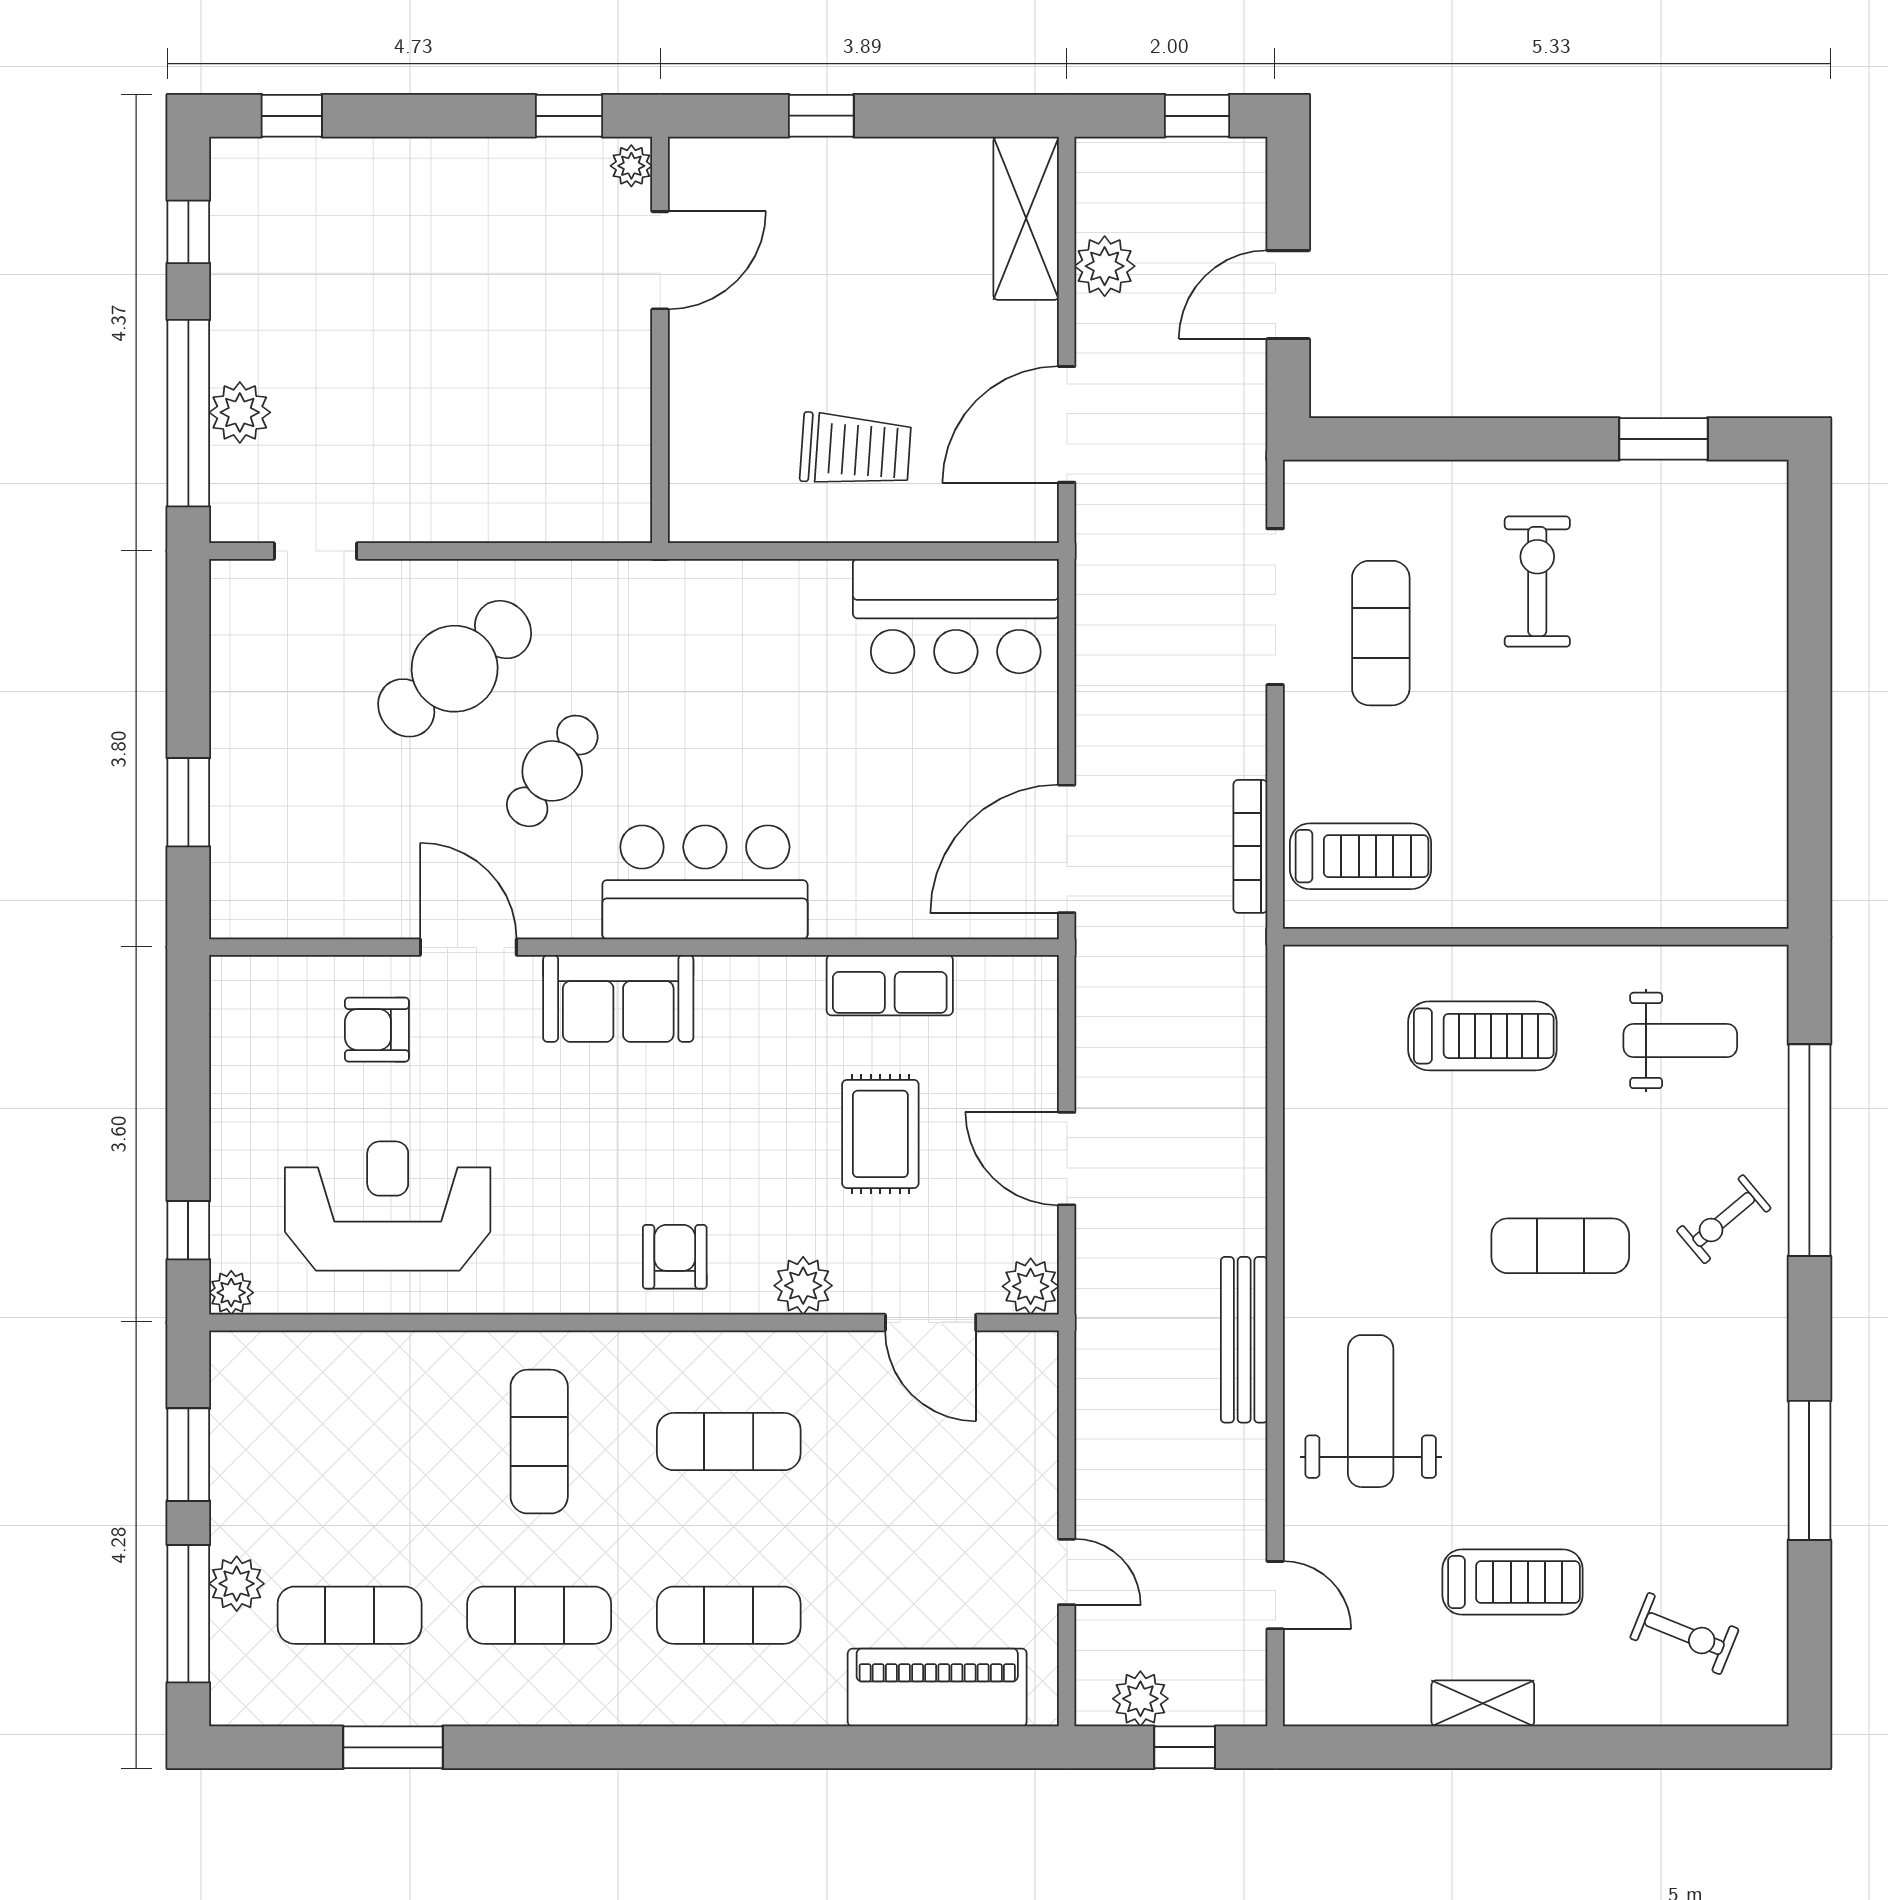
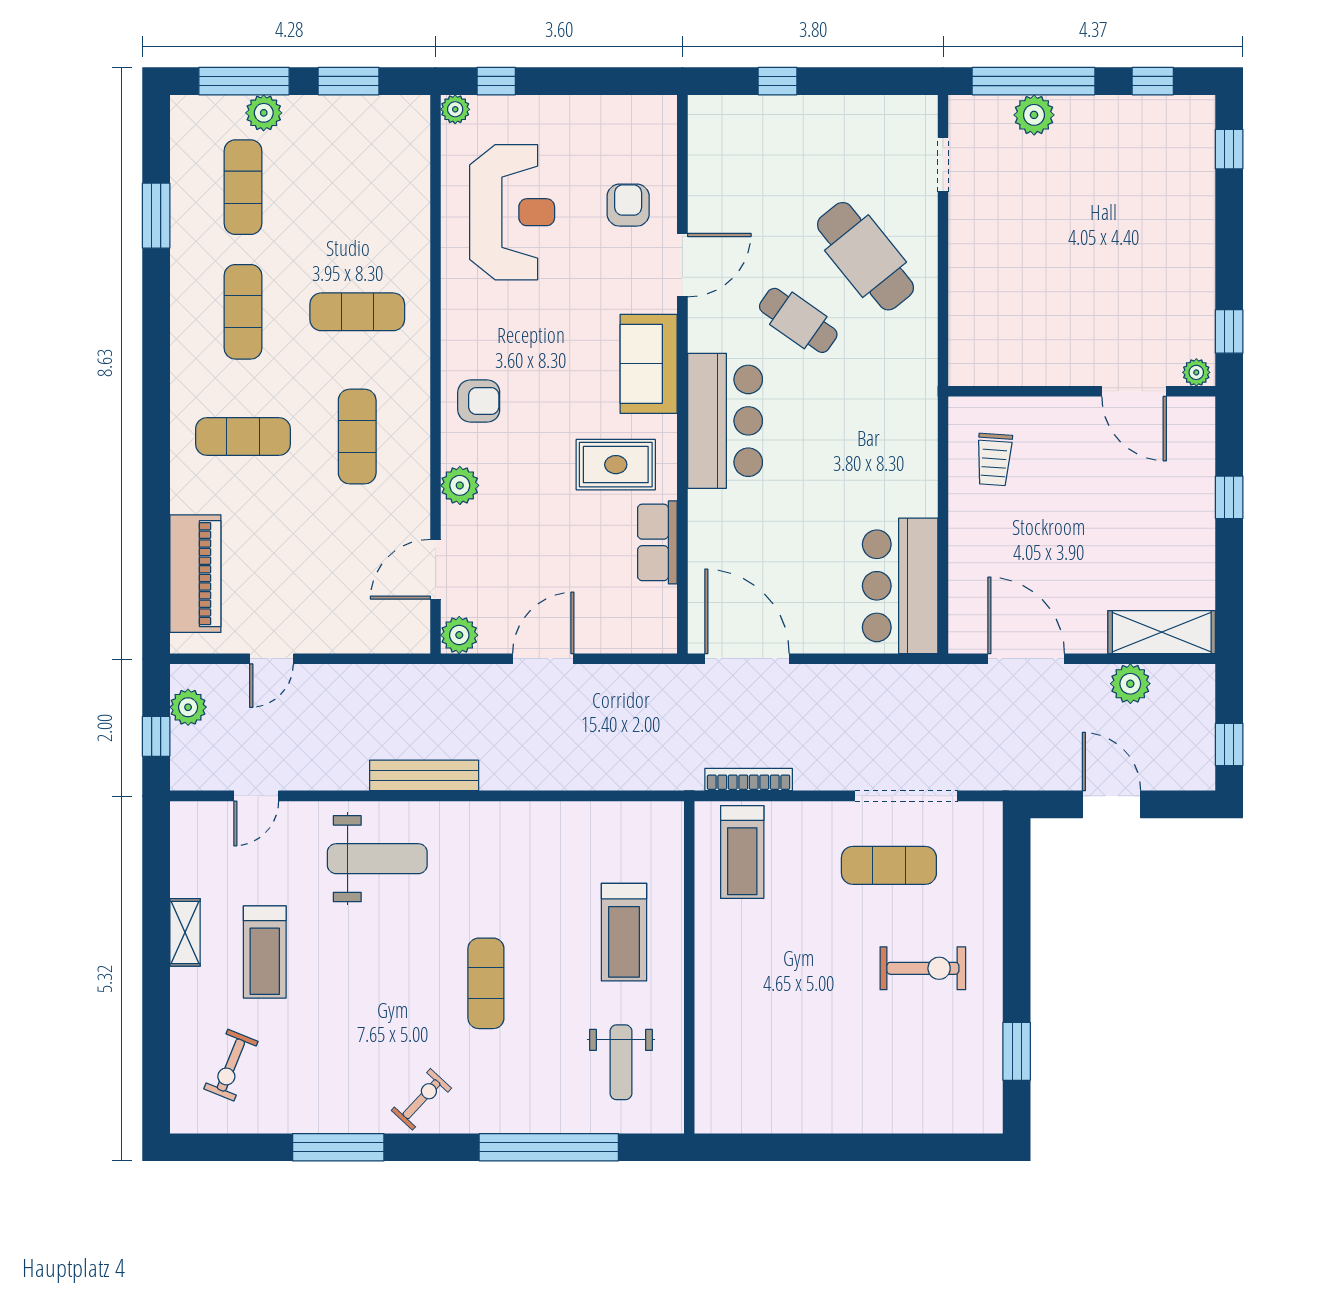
trolley: (856, 450) -> (994, 460), moved, width x0.73, depth x0.72
window: (188, 802) -> (778, 81), width x0.67
rug: (880, 1134) -> (616, 465), moved
exercise bike: (1724, 1219) -> (421, 1099), moved, turned 83
exercise mat: (729, 1615) -> (243, 437), turned 90

